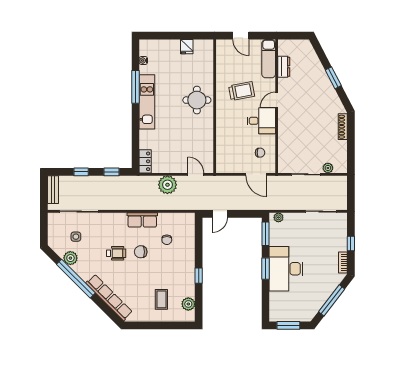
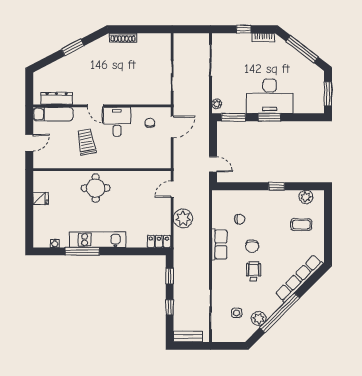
dresser: (284, 67) -> (57, 98), width x1.44
plant: (328, 168) -> (166, 53), removed

